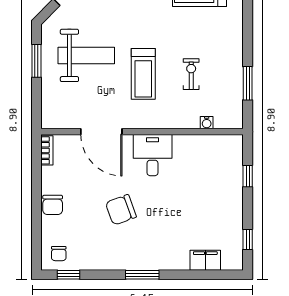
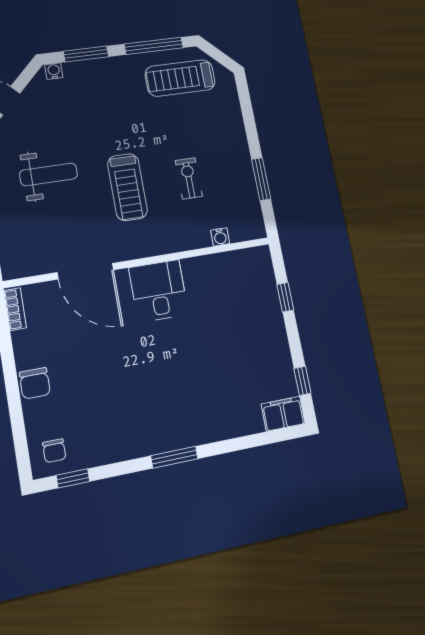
weight bench: (86, 55) -> (49, 174), width x0.73, depth x0.75
chair: (121, 210) -> (130, 372), removed
filing cabinet: (205, 260) -> (283, 414), moved

